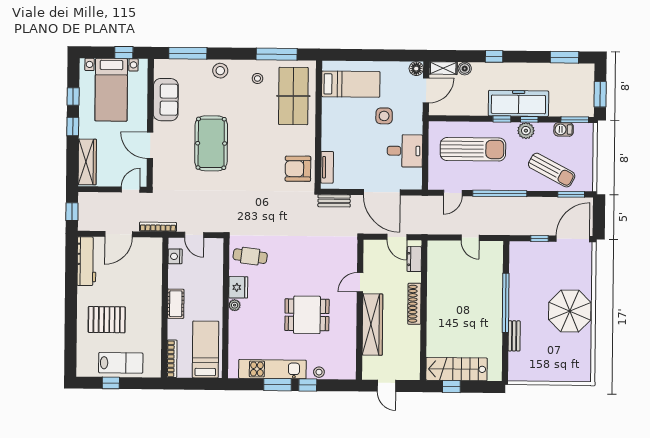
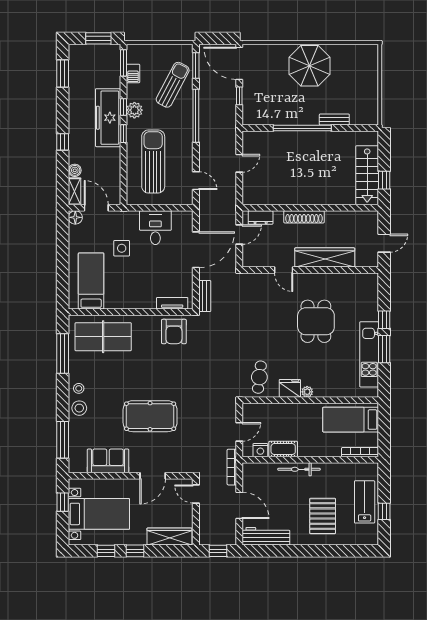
stool: (257, 78) -> (79, 388), moved
window: (500, 193) -> (196, 116), moved
bicycle: (155, 296) -> (299, 469), added
cot: (176, 304) -> (283, 449), moved
stool: (319, 372) -> (371, 309), removed

